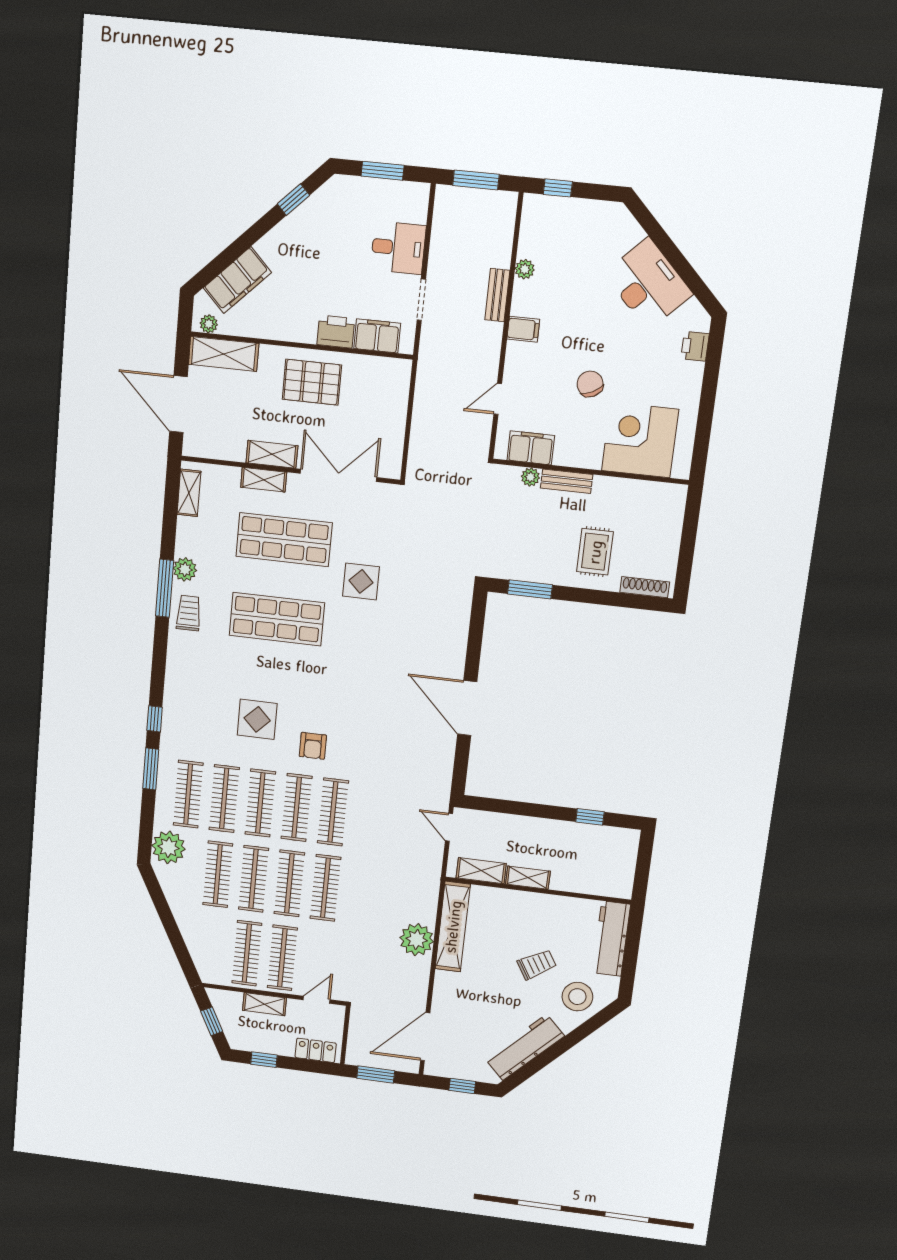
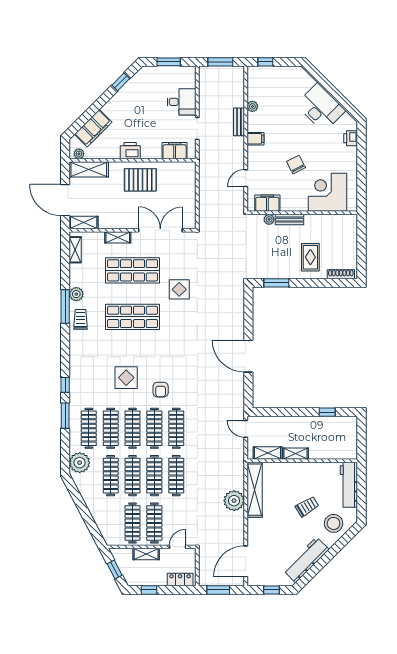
printer: (336, 332) -> (130, 151), moved
shelving: (272, 454) -> (84, 222), moved

